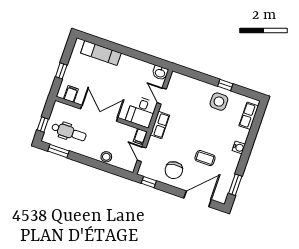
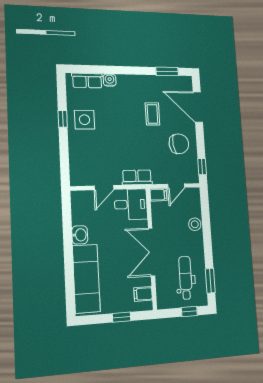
exam couch: (101, 53) -> (86, 279), width x1.36, depth x1.45
washbasin: (160, 73) -> (80, 235), moved
water cooler: (239, 147) -> (110, 80), moved

